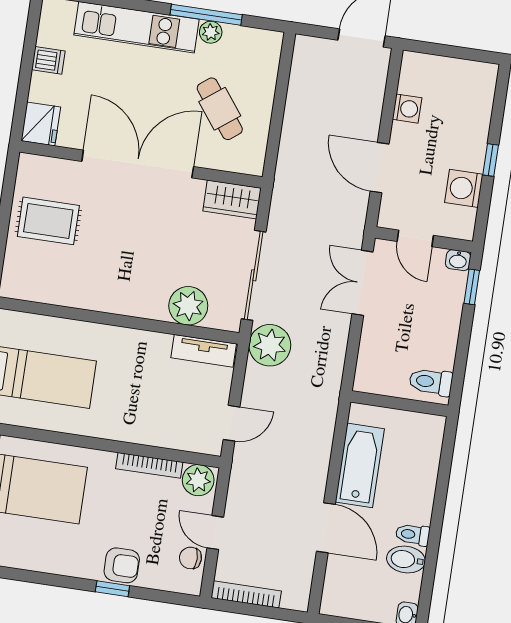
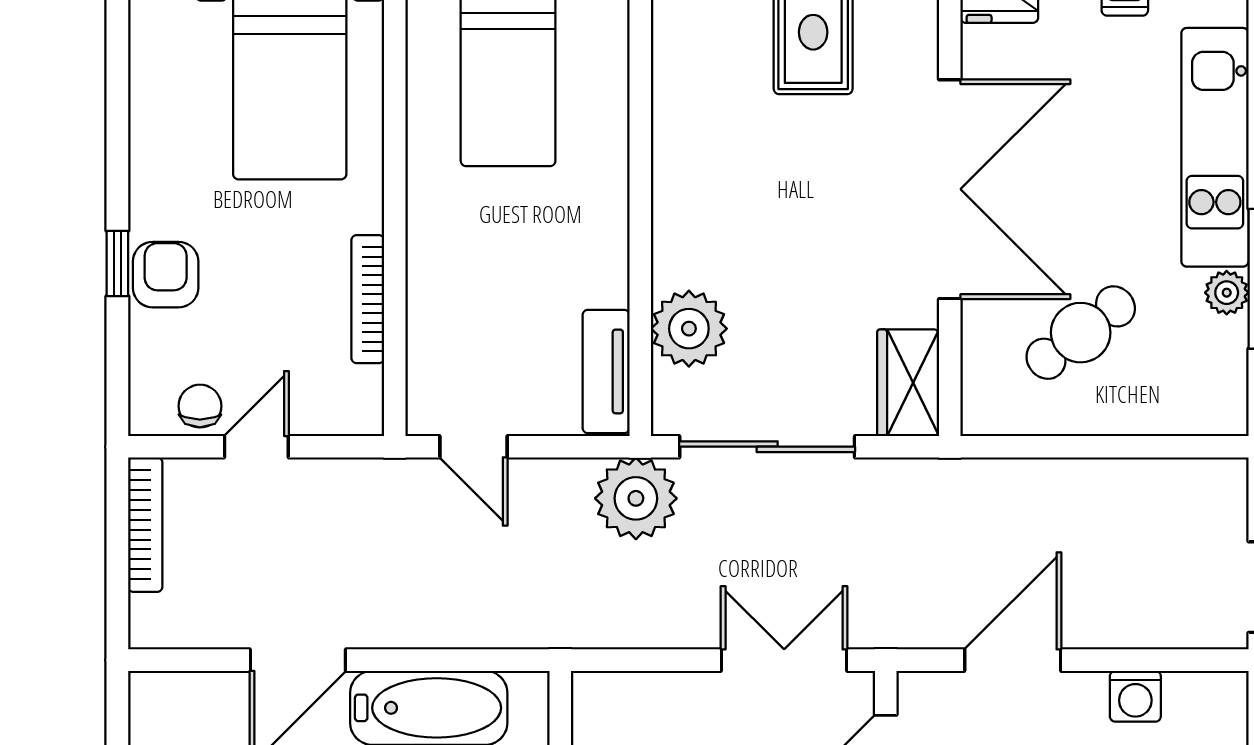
plant: (198, 480) -> (353, 398), removed
armchair: (122, 565) -> (166, 275), turned 180

